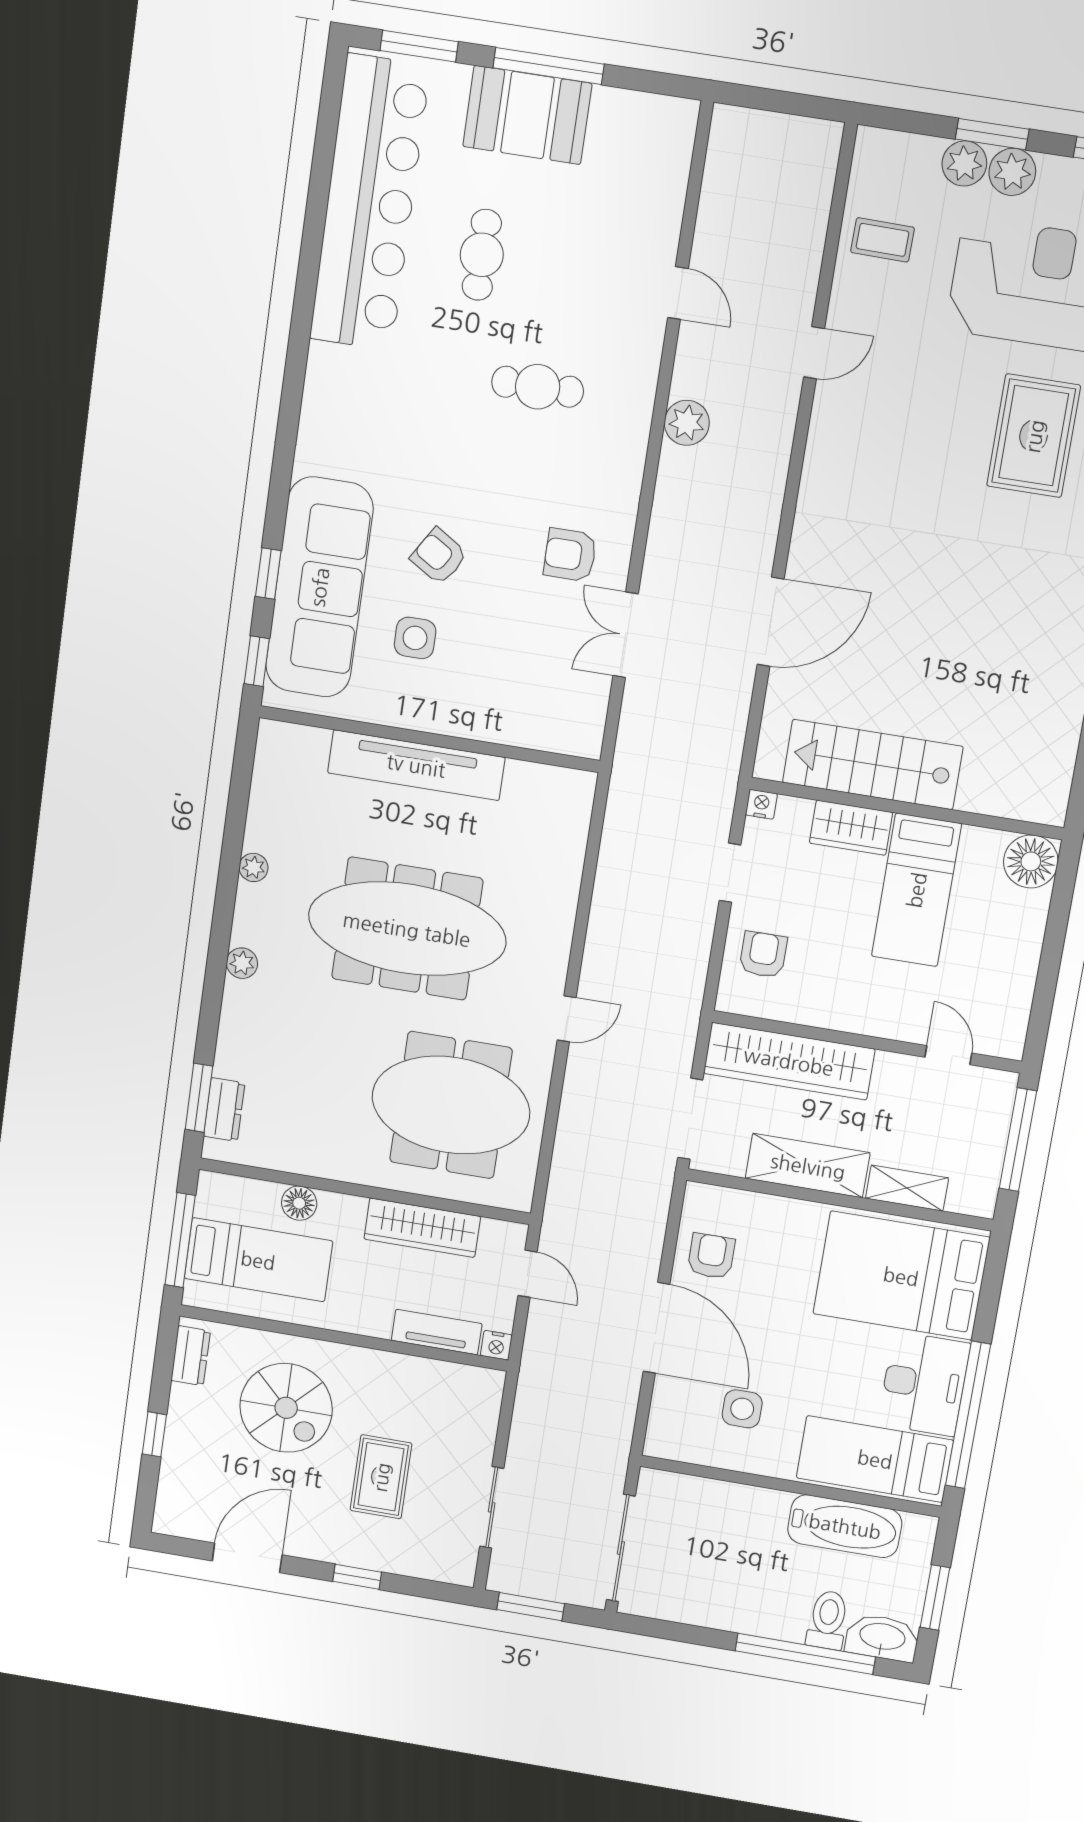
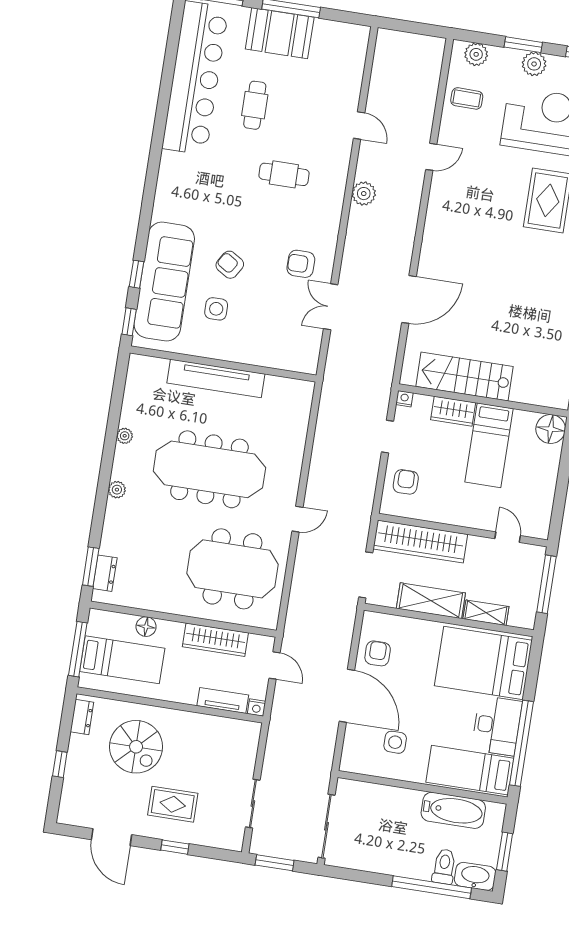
plant: (964, 163) -> (476, 54), moved
rug: (381, 1477) -> (173, 804), moved, turned 90
door: (247, 1558) -> (112, 837), swing flipped

